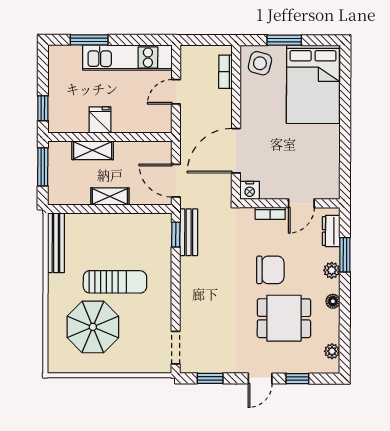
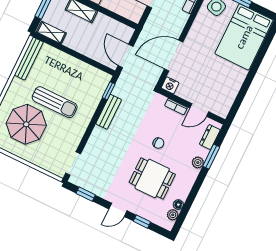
shelving: (110, 196) -> (51, 33), moved
bench: (189, 232) -> (109, 112), moved
chair: (270, 270) -> (158, 143), width x0.54, depth x0.54
floor lamp: (333, 301) -> (178, 205), moved

